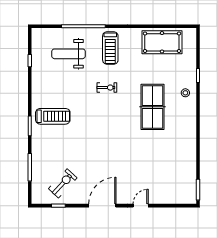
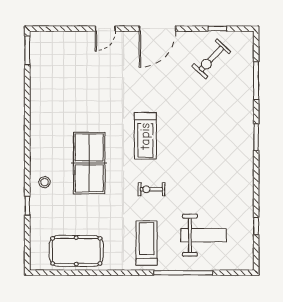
treadmill: (53, 116) -> (145, 136), moved, turned -90

